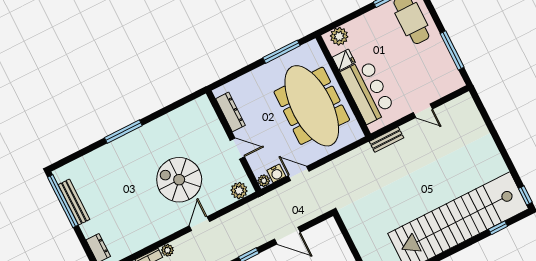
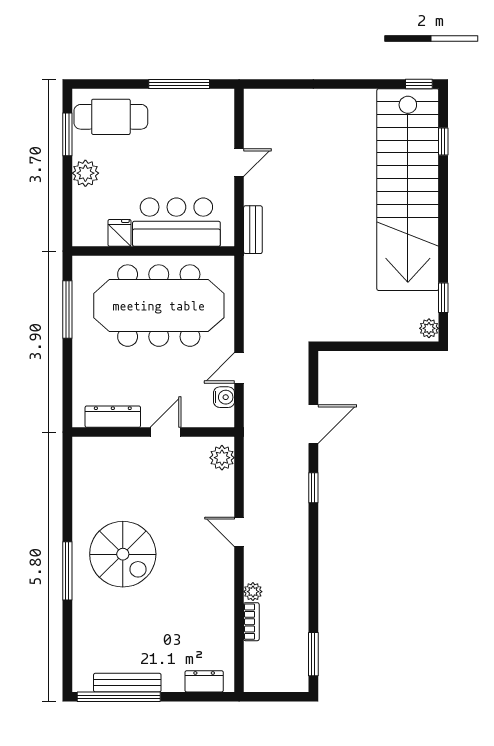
plant: (339, 36) -> (85, 173), moved
spiral stairs: (179, 180) -> (123, 554), moved, turned -90
plant: (264, 181) -> (225, 418), removed

